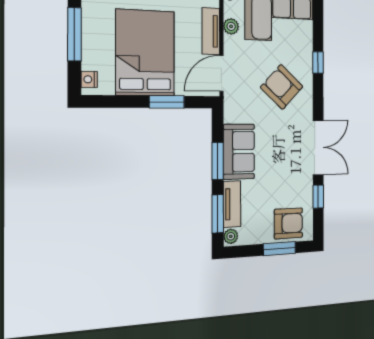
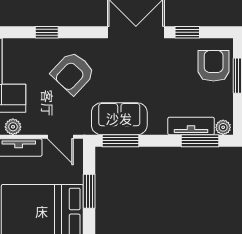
door: (221, 73) -> (60, 137), width x0.73
sofa: (239, 152) -> (119, 119), moved
window: (218, 161) -> (121, 141), moved

